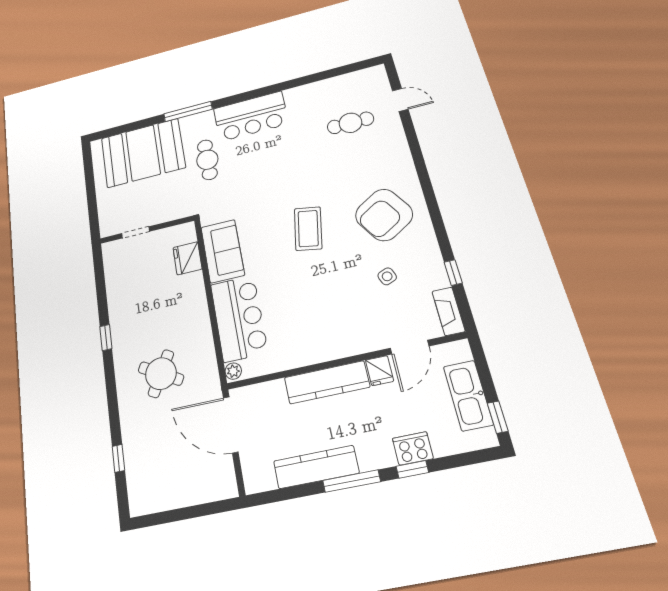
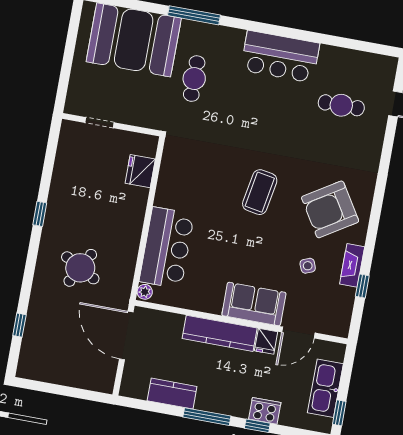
bar counter: (251, 116) -> (280, 57), moved
sofa: (223, 251) -> (254, 304), moved, turned -90
fireplace: (448, 311) -> (352, 265), moved
kitchen counter: (316, 467) -> (172, 394), width x0.67

